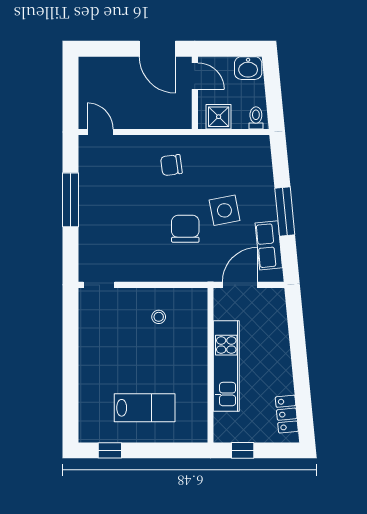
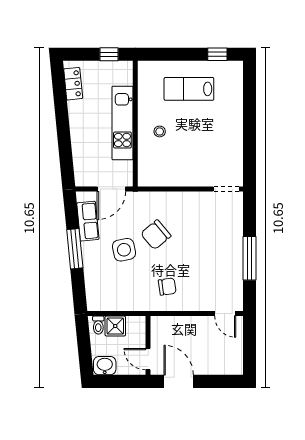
shower: (219, 117) -> (115, 326), moved
chair: (185, 229) -> (156, 235), turned 50
stool: (159, 317) -> (160, 131), moved

